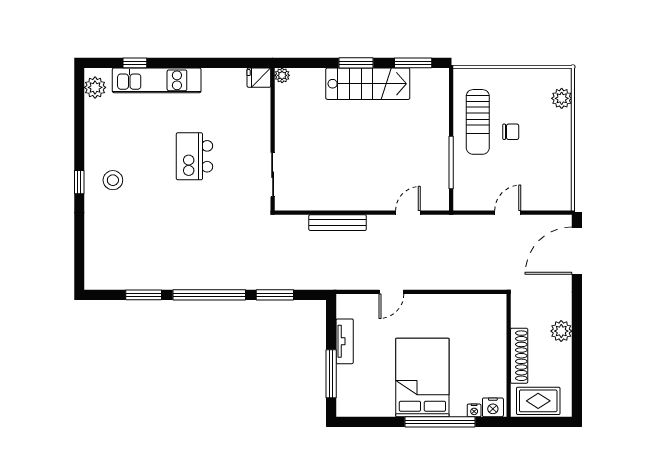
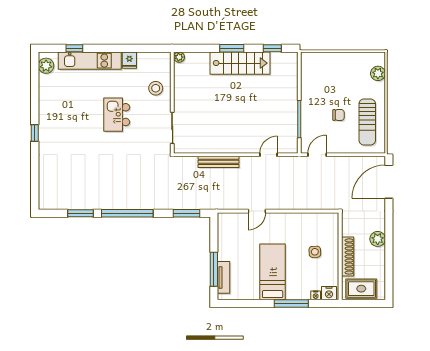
window: (413, 63) -> (272, 48), width x0.67
fridge: (259, 78) -> (129, 60), moved, turned -90
sun lounger: (478, 122) -> (367, 122), moved
chair: (511, 132) -> (338, 115), moved
stool: (113, 180) -> (156, 88), moved
door: (508, 213) -> (317, 155), moved
window: (275, 295) -> (187, 213), moved
tv unit: (345, 341) -> (224, 277), moved
side table: (473, 349) -> (315, 252), added
bed: (422, 377) -> (273, 272), width x0.67
window: (440, 422) -> (291, 304), width x0.68

